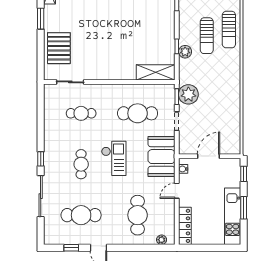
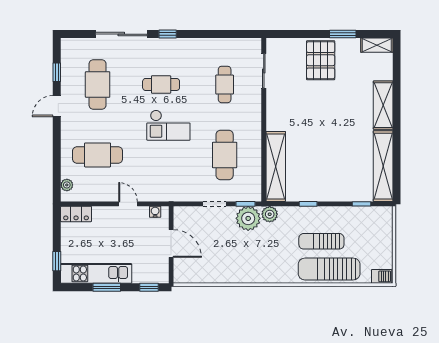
sun lounger: (229, 30) -> (329, 269), width x1.36, depth x1.34
pallet: (59, 48) -> (321, 60), moved, turned 90
plant: (185, 52) -> (270, 214), moved
shelving: (156, 72) -> (276, 166), width x1.47
booth: (161, 157) -> (171, 185), removed
locker: (185, 226) -> (76, 214), width x0.66
window: (223, 248) -> (57, 261), added

